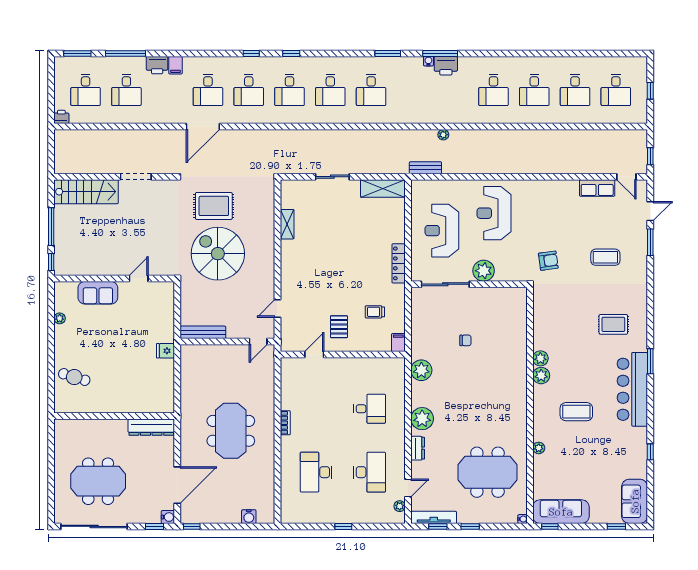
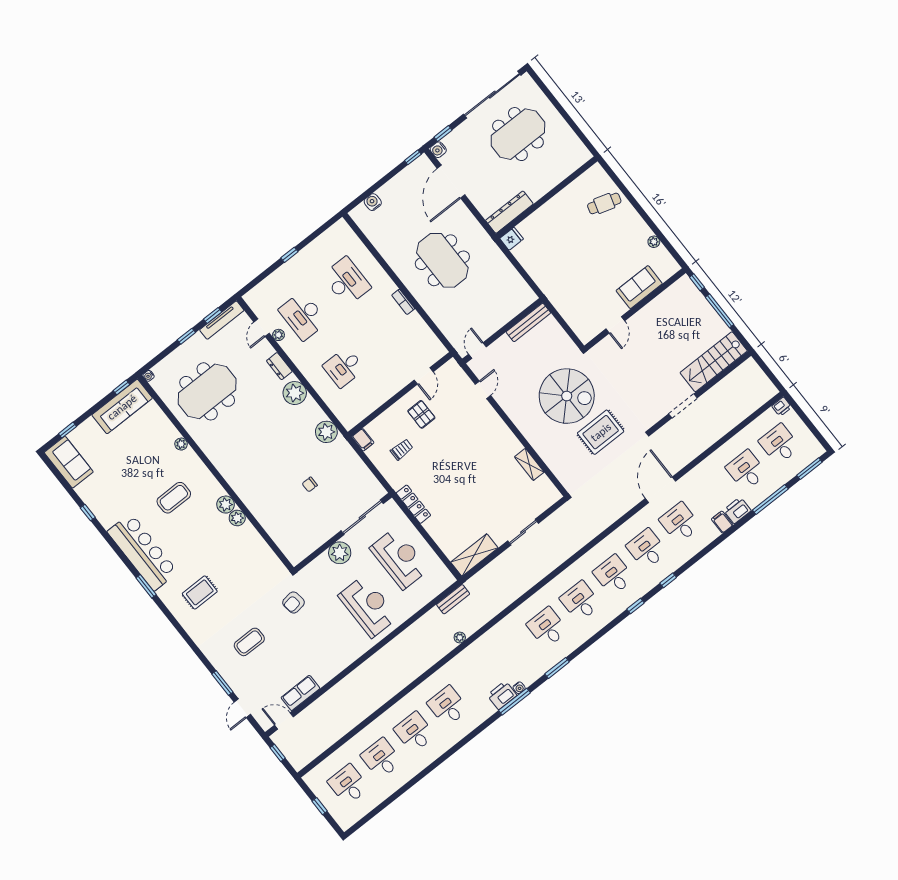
fridge: (166, 351) -> (512, 239), moved
plant: (400, 506) -> (279, 335), moved

